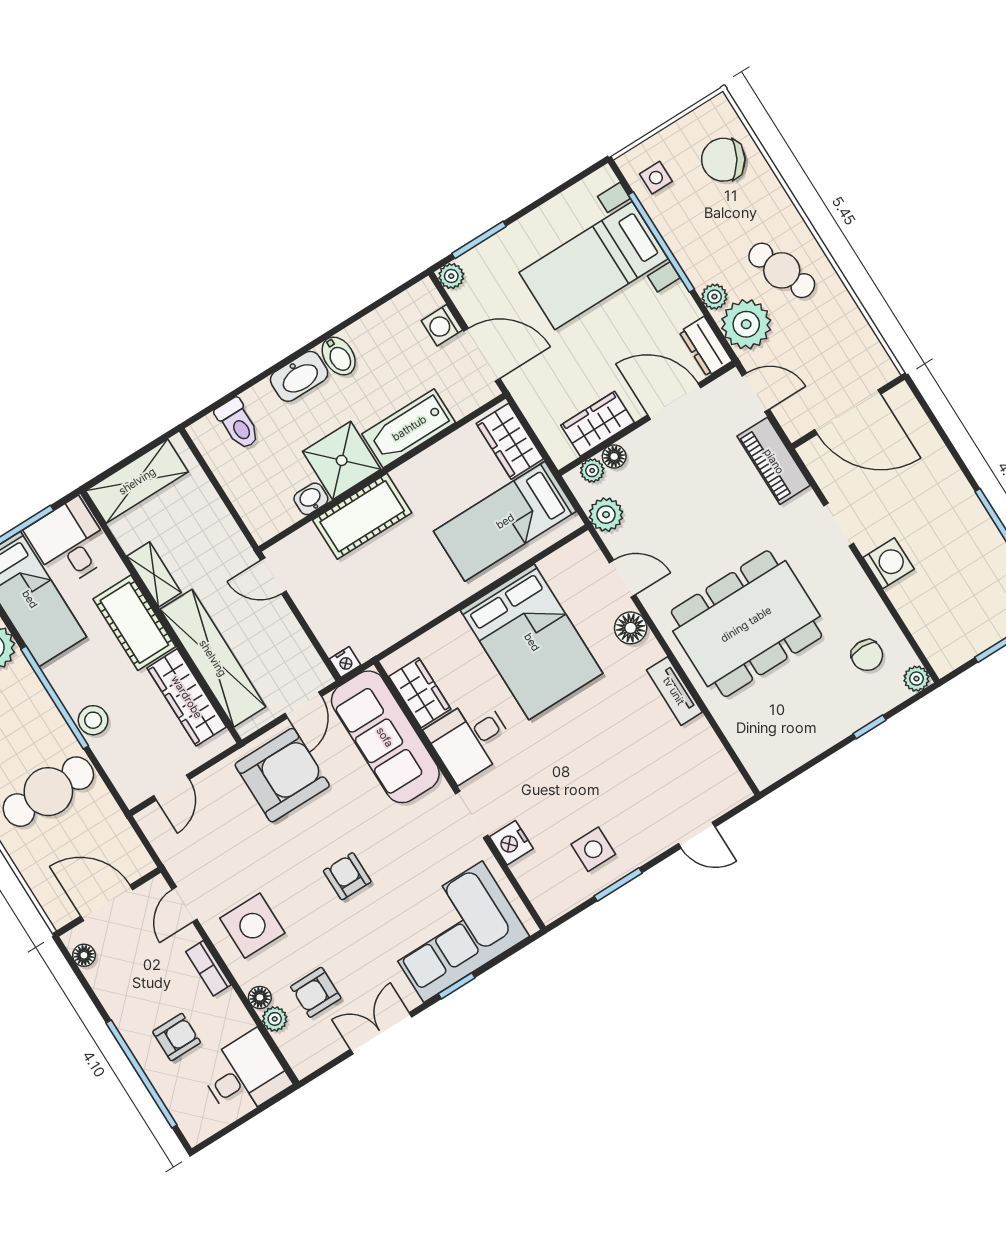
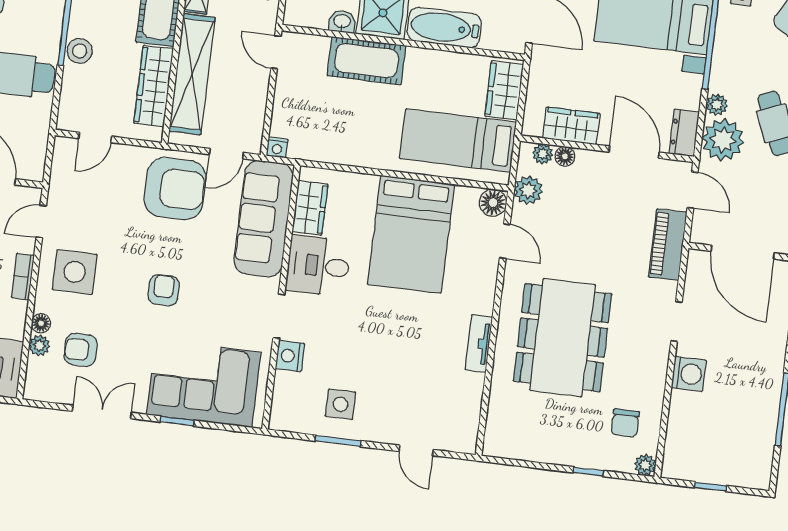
dining table: (746, 624) -> (562, 338), turned 90
floor lamp: (631, 628) -> (493, 203), moved

